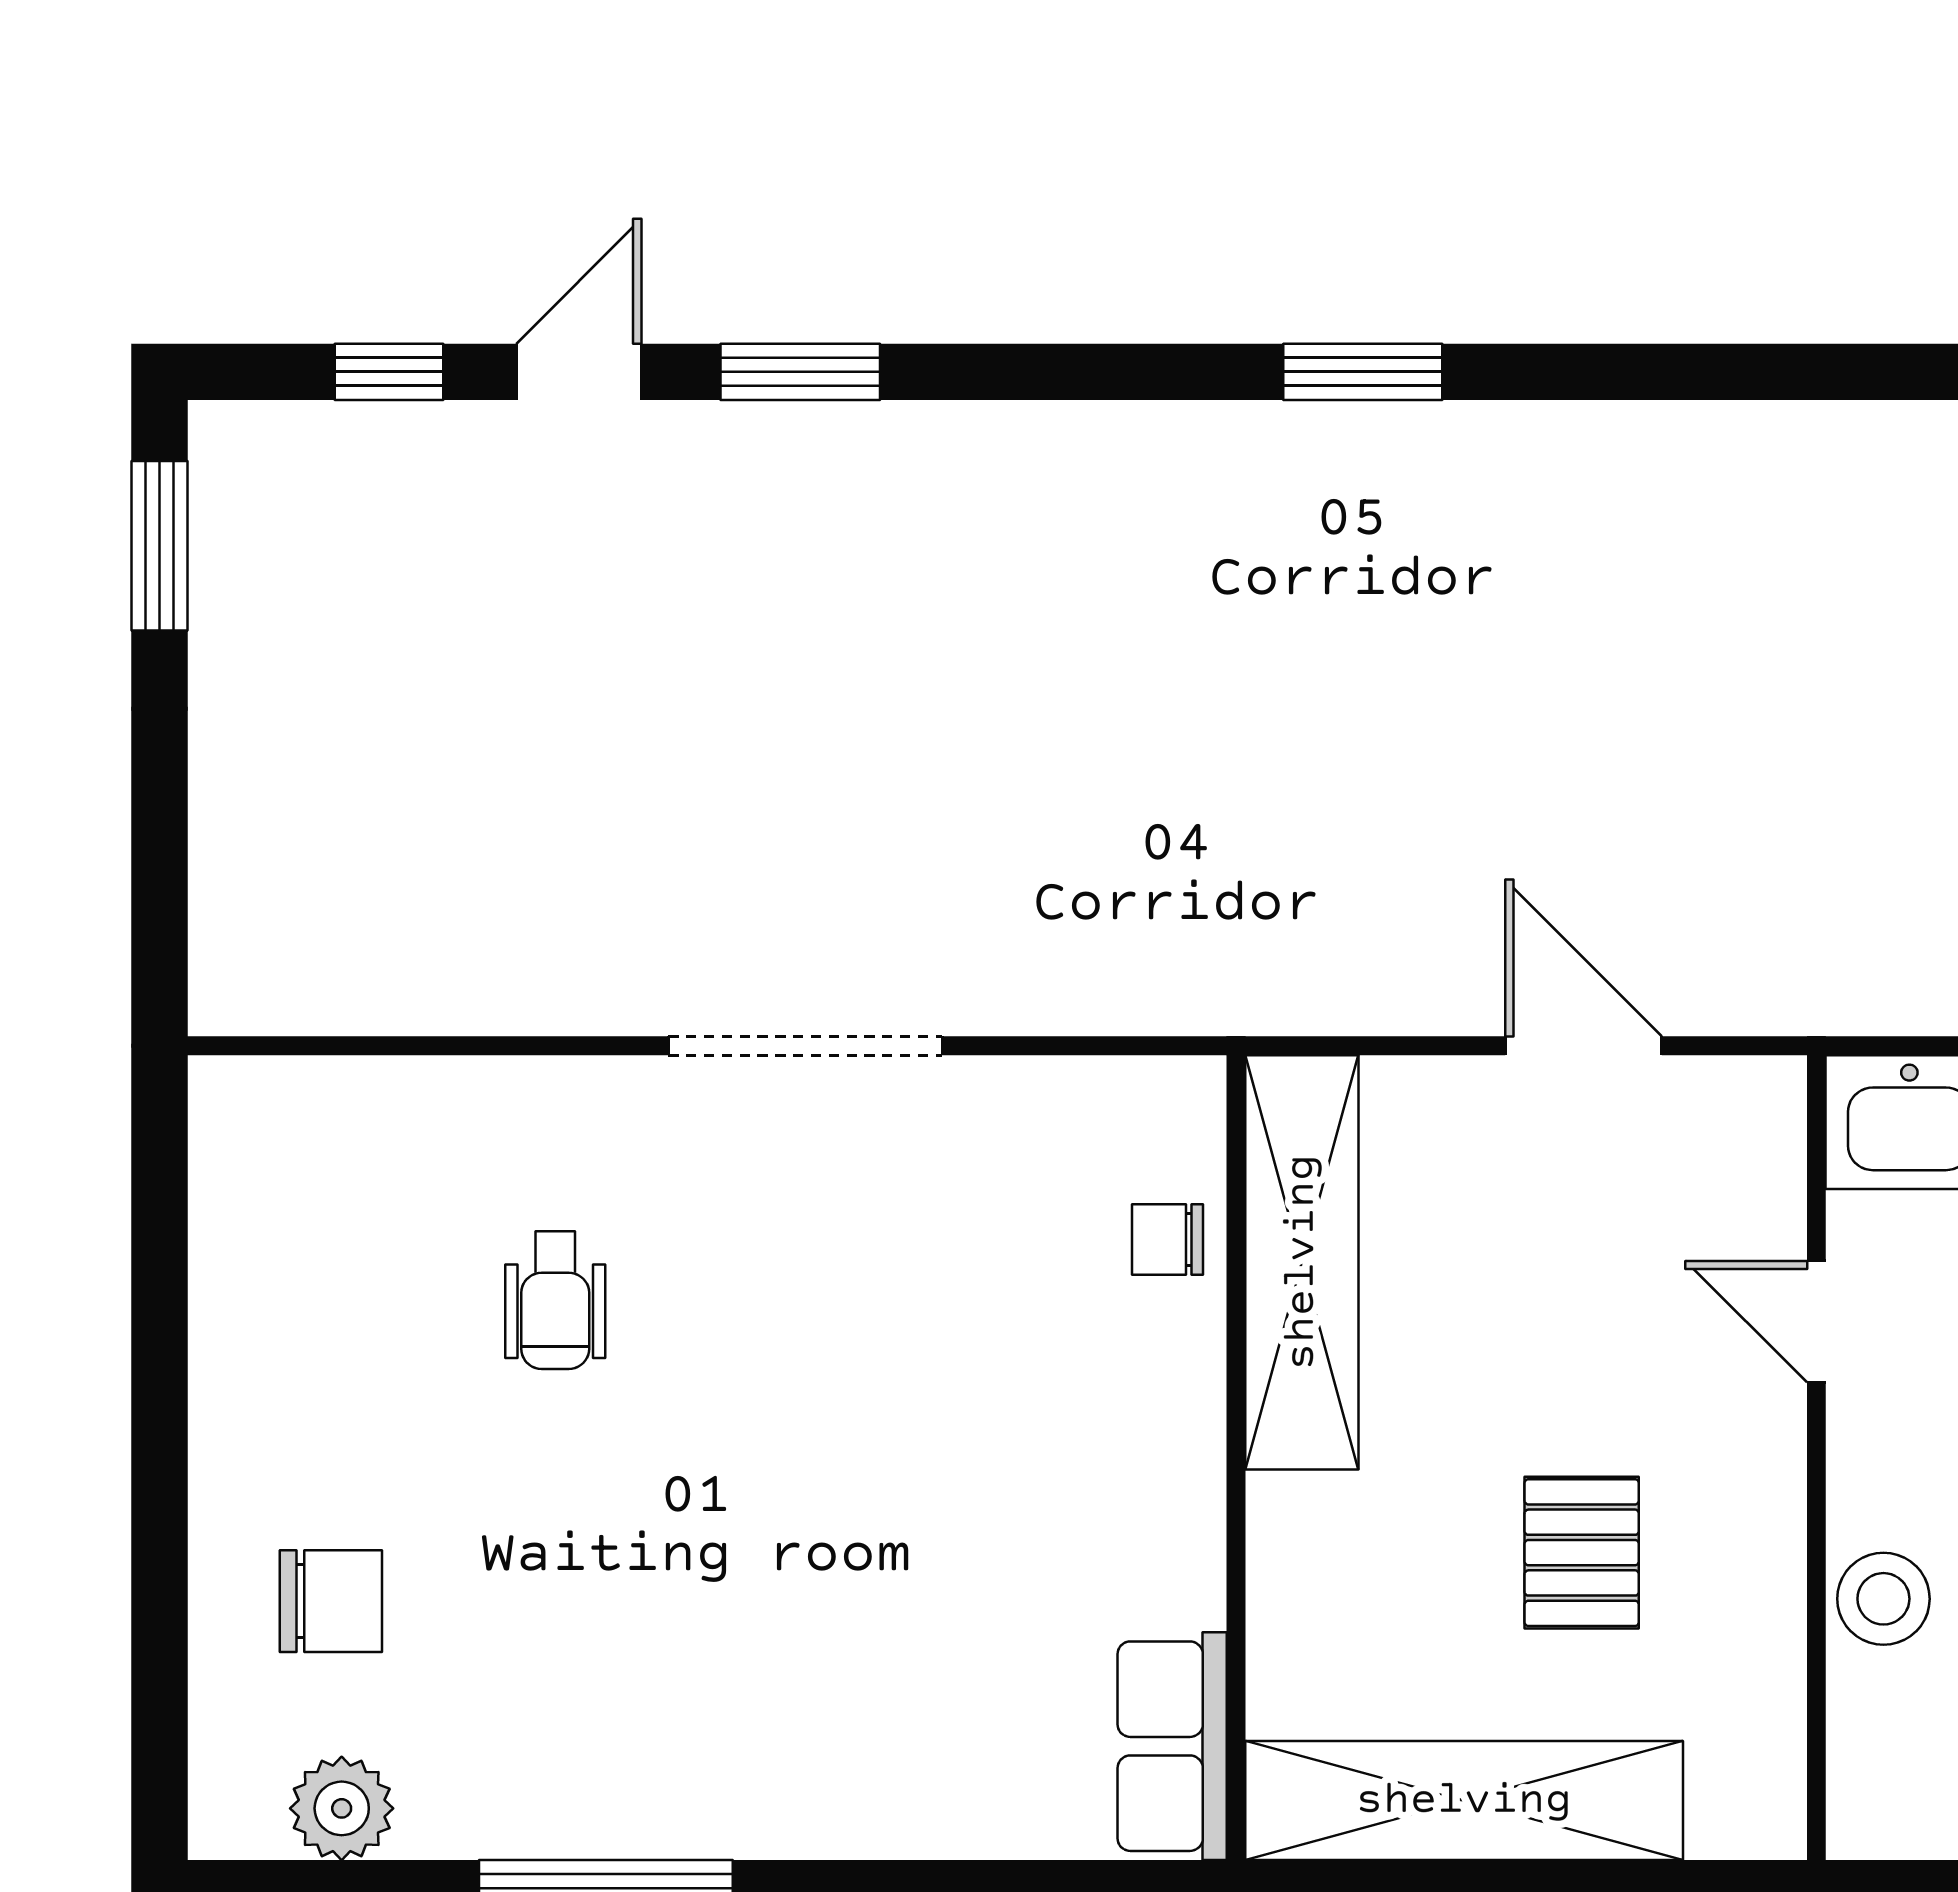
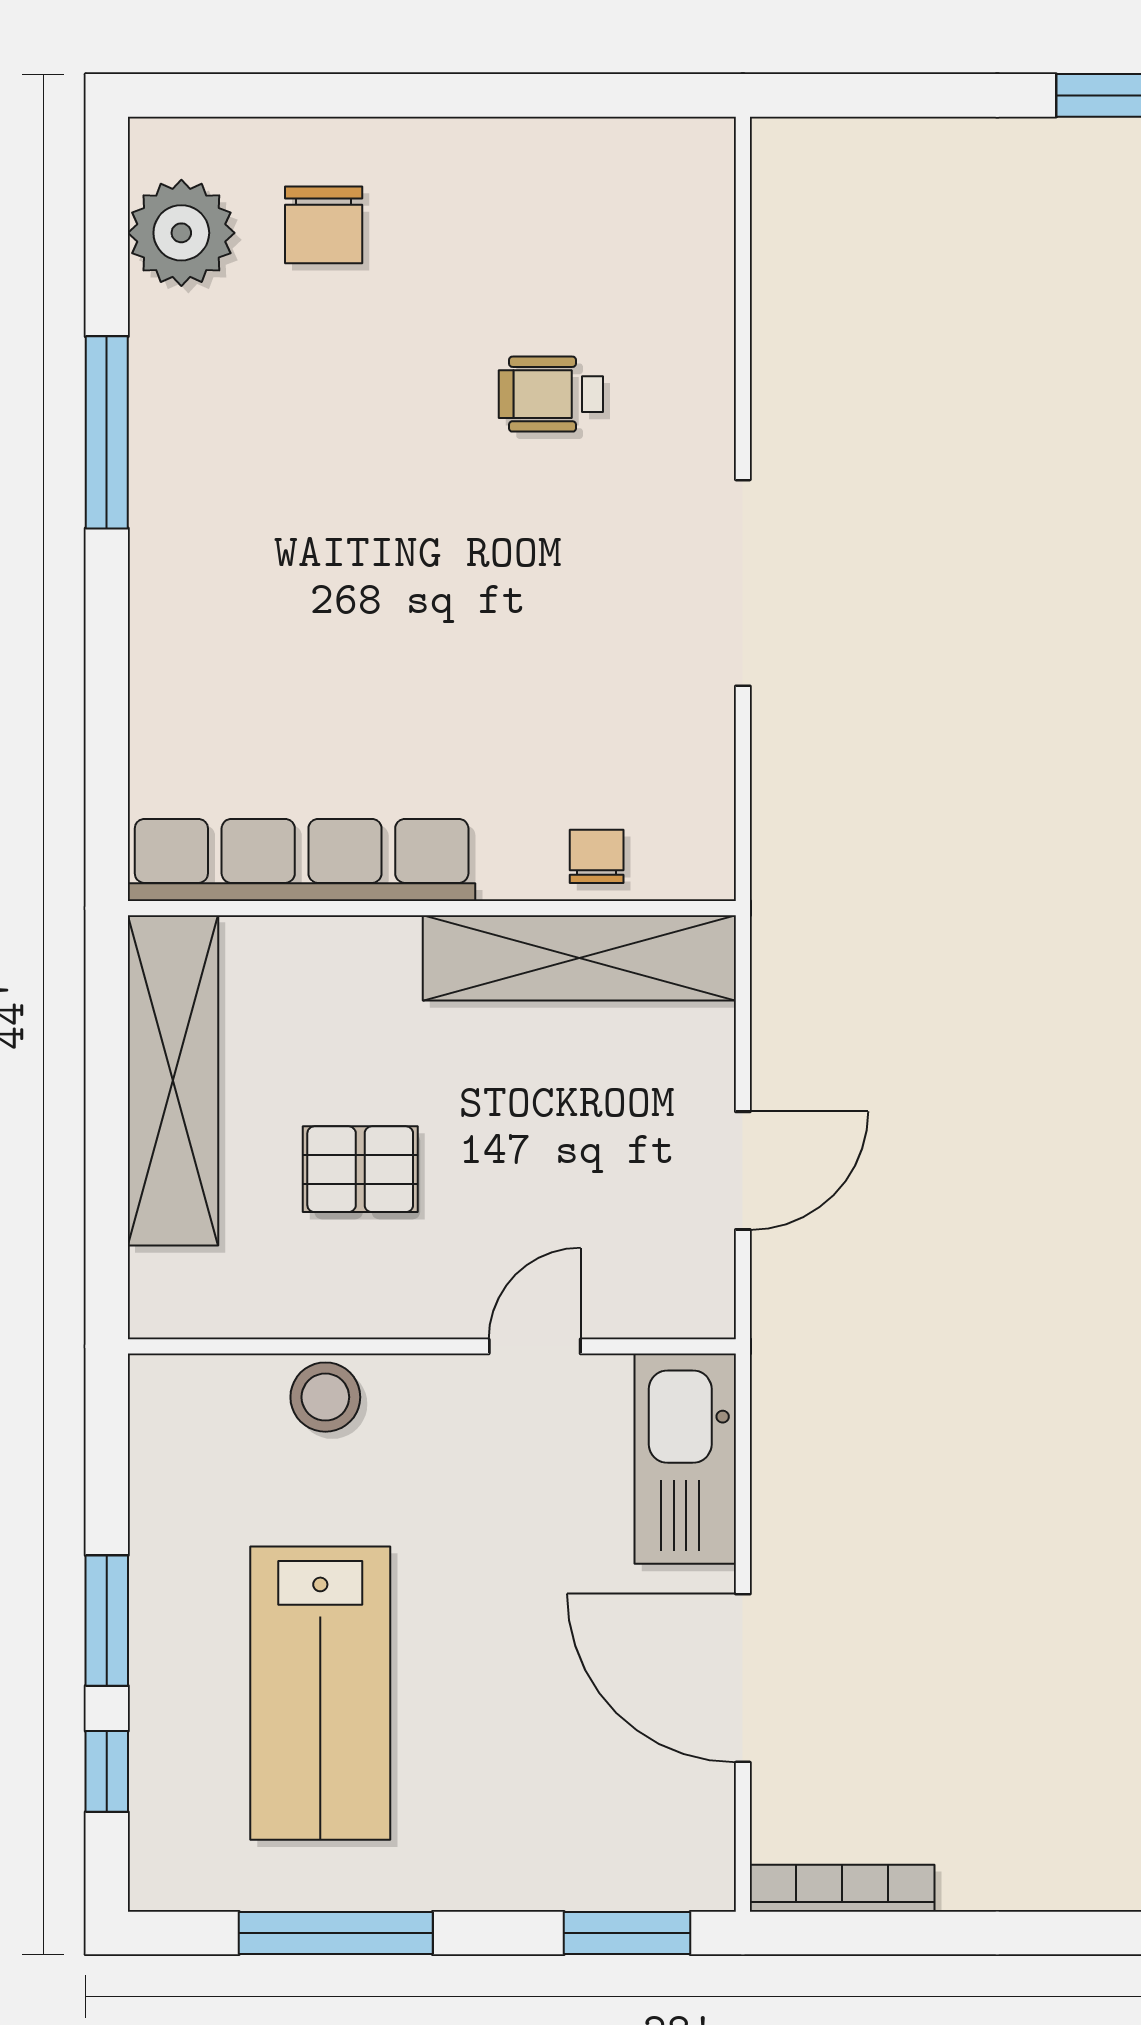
row of seats: (1172, 1746) -> (302, 860), width x2.02
plant: (342, 1808) -> (181, 233), width x1.36, depth x1.36

